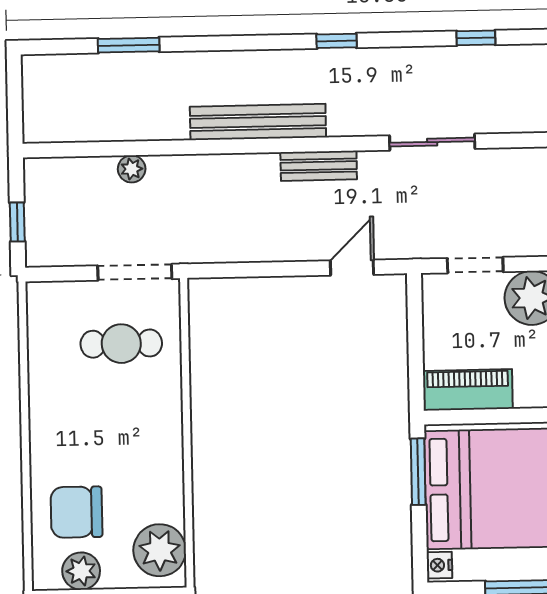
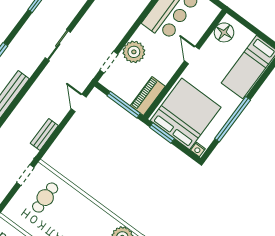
bench: (319, 166) -> (44, 134), moved
doorway: (135, 272) -> (25, 175), width x0.73
window: (416, 356) -> (124, 105), added

